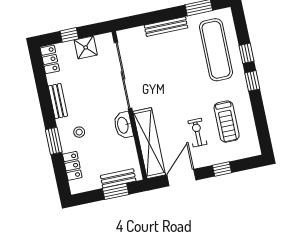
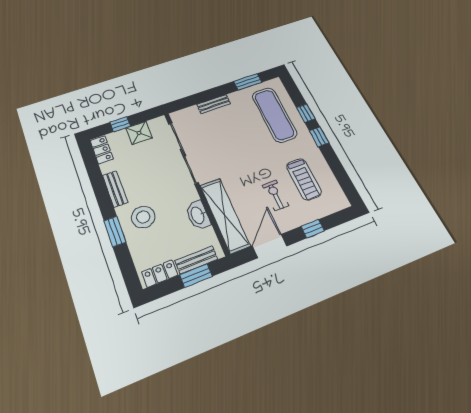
bench: (166, 27) -> (214, 104), width x0.73
washbasin: (123, 125) -> (198, 215), moved
stool: (79, 132) -> (143, 217), width x1.89, depth x1.89
locker: (72, 166) -> (160, 274), moved, turned -90

